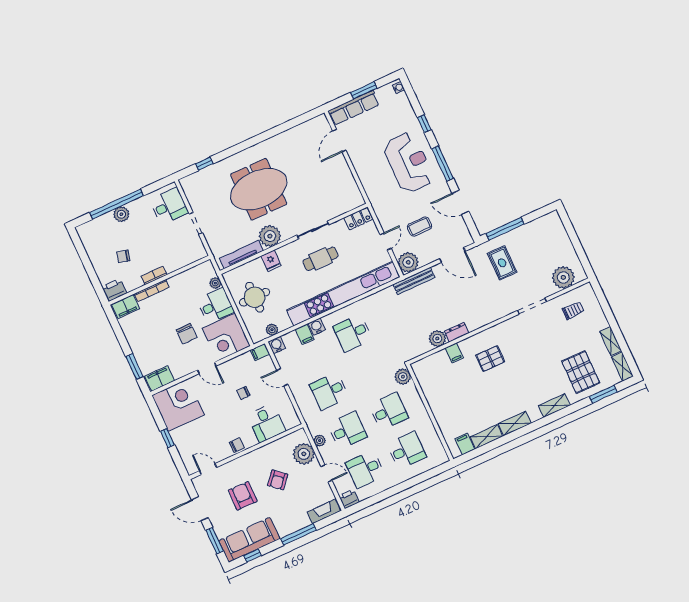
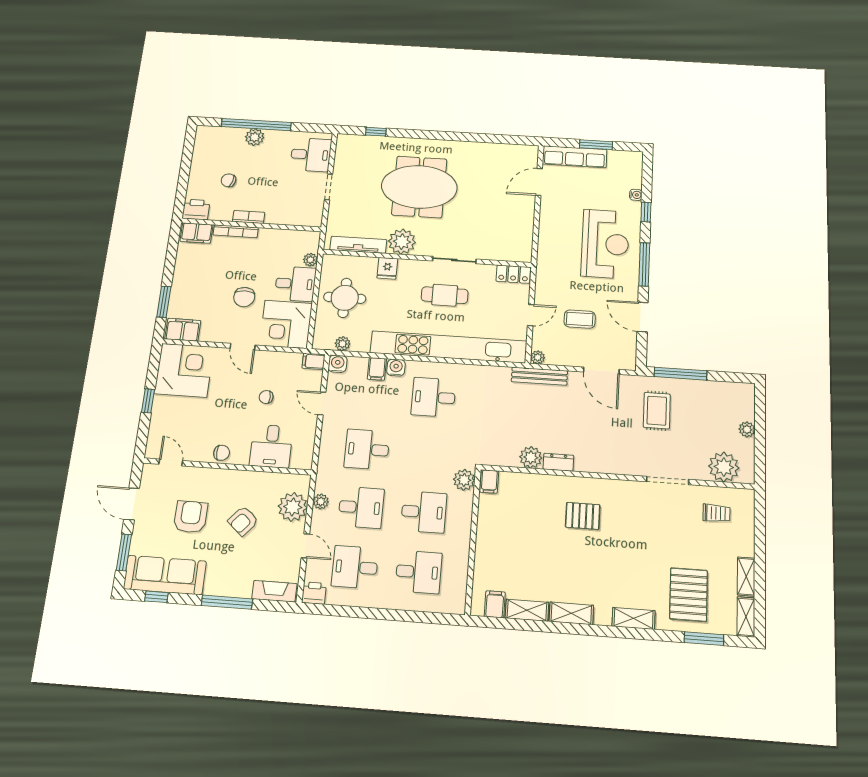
water cooler: (398, 87) -> (636, 195), moved
plant: (566, 244) -> (747, 429), added
plant: (408, 262) -> (538, 357), width x0.53, depth x0.53
filing cabinet: (454, 353) -> (489, 482), moved

